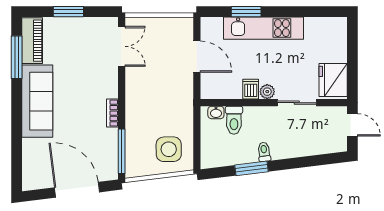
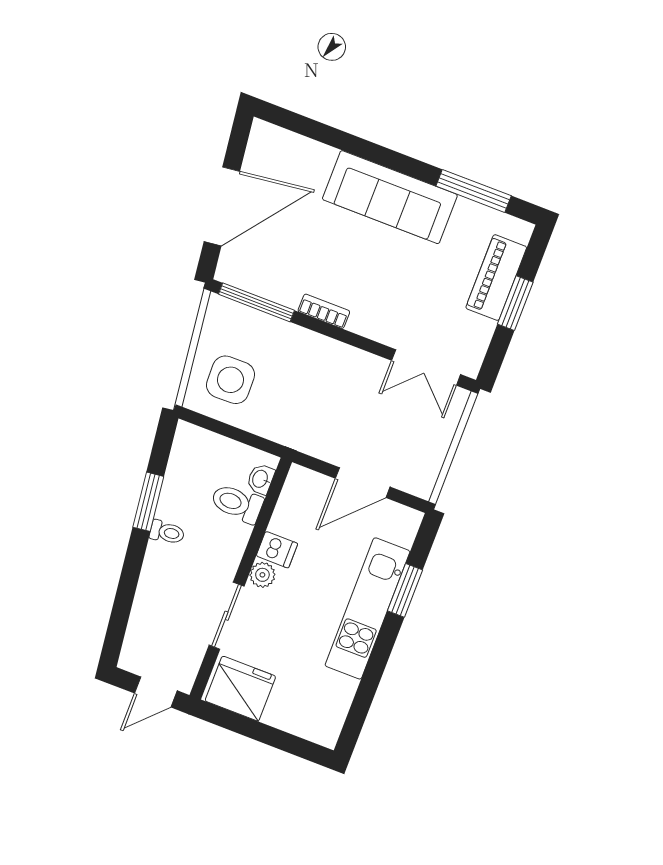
piano: (32, 41) -> (496, 278), moved, turned 90

